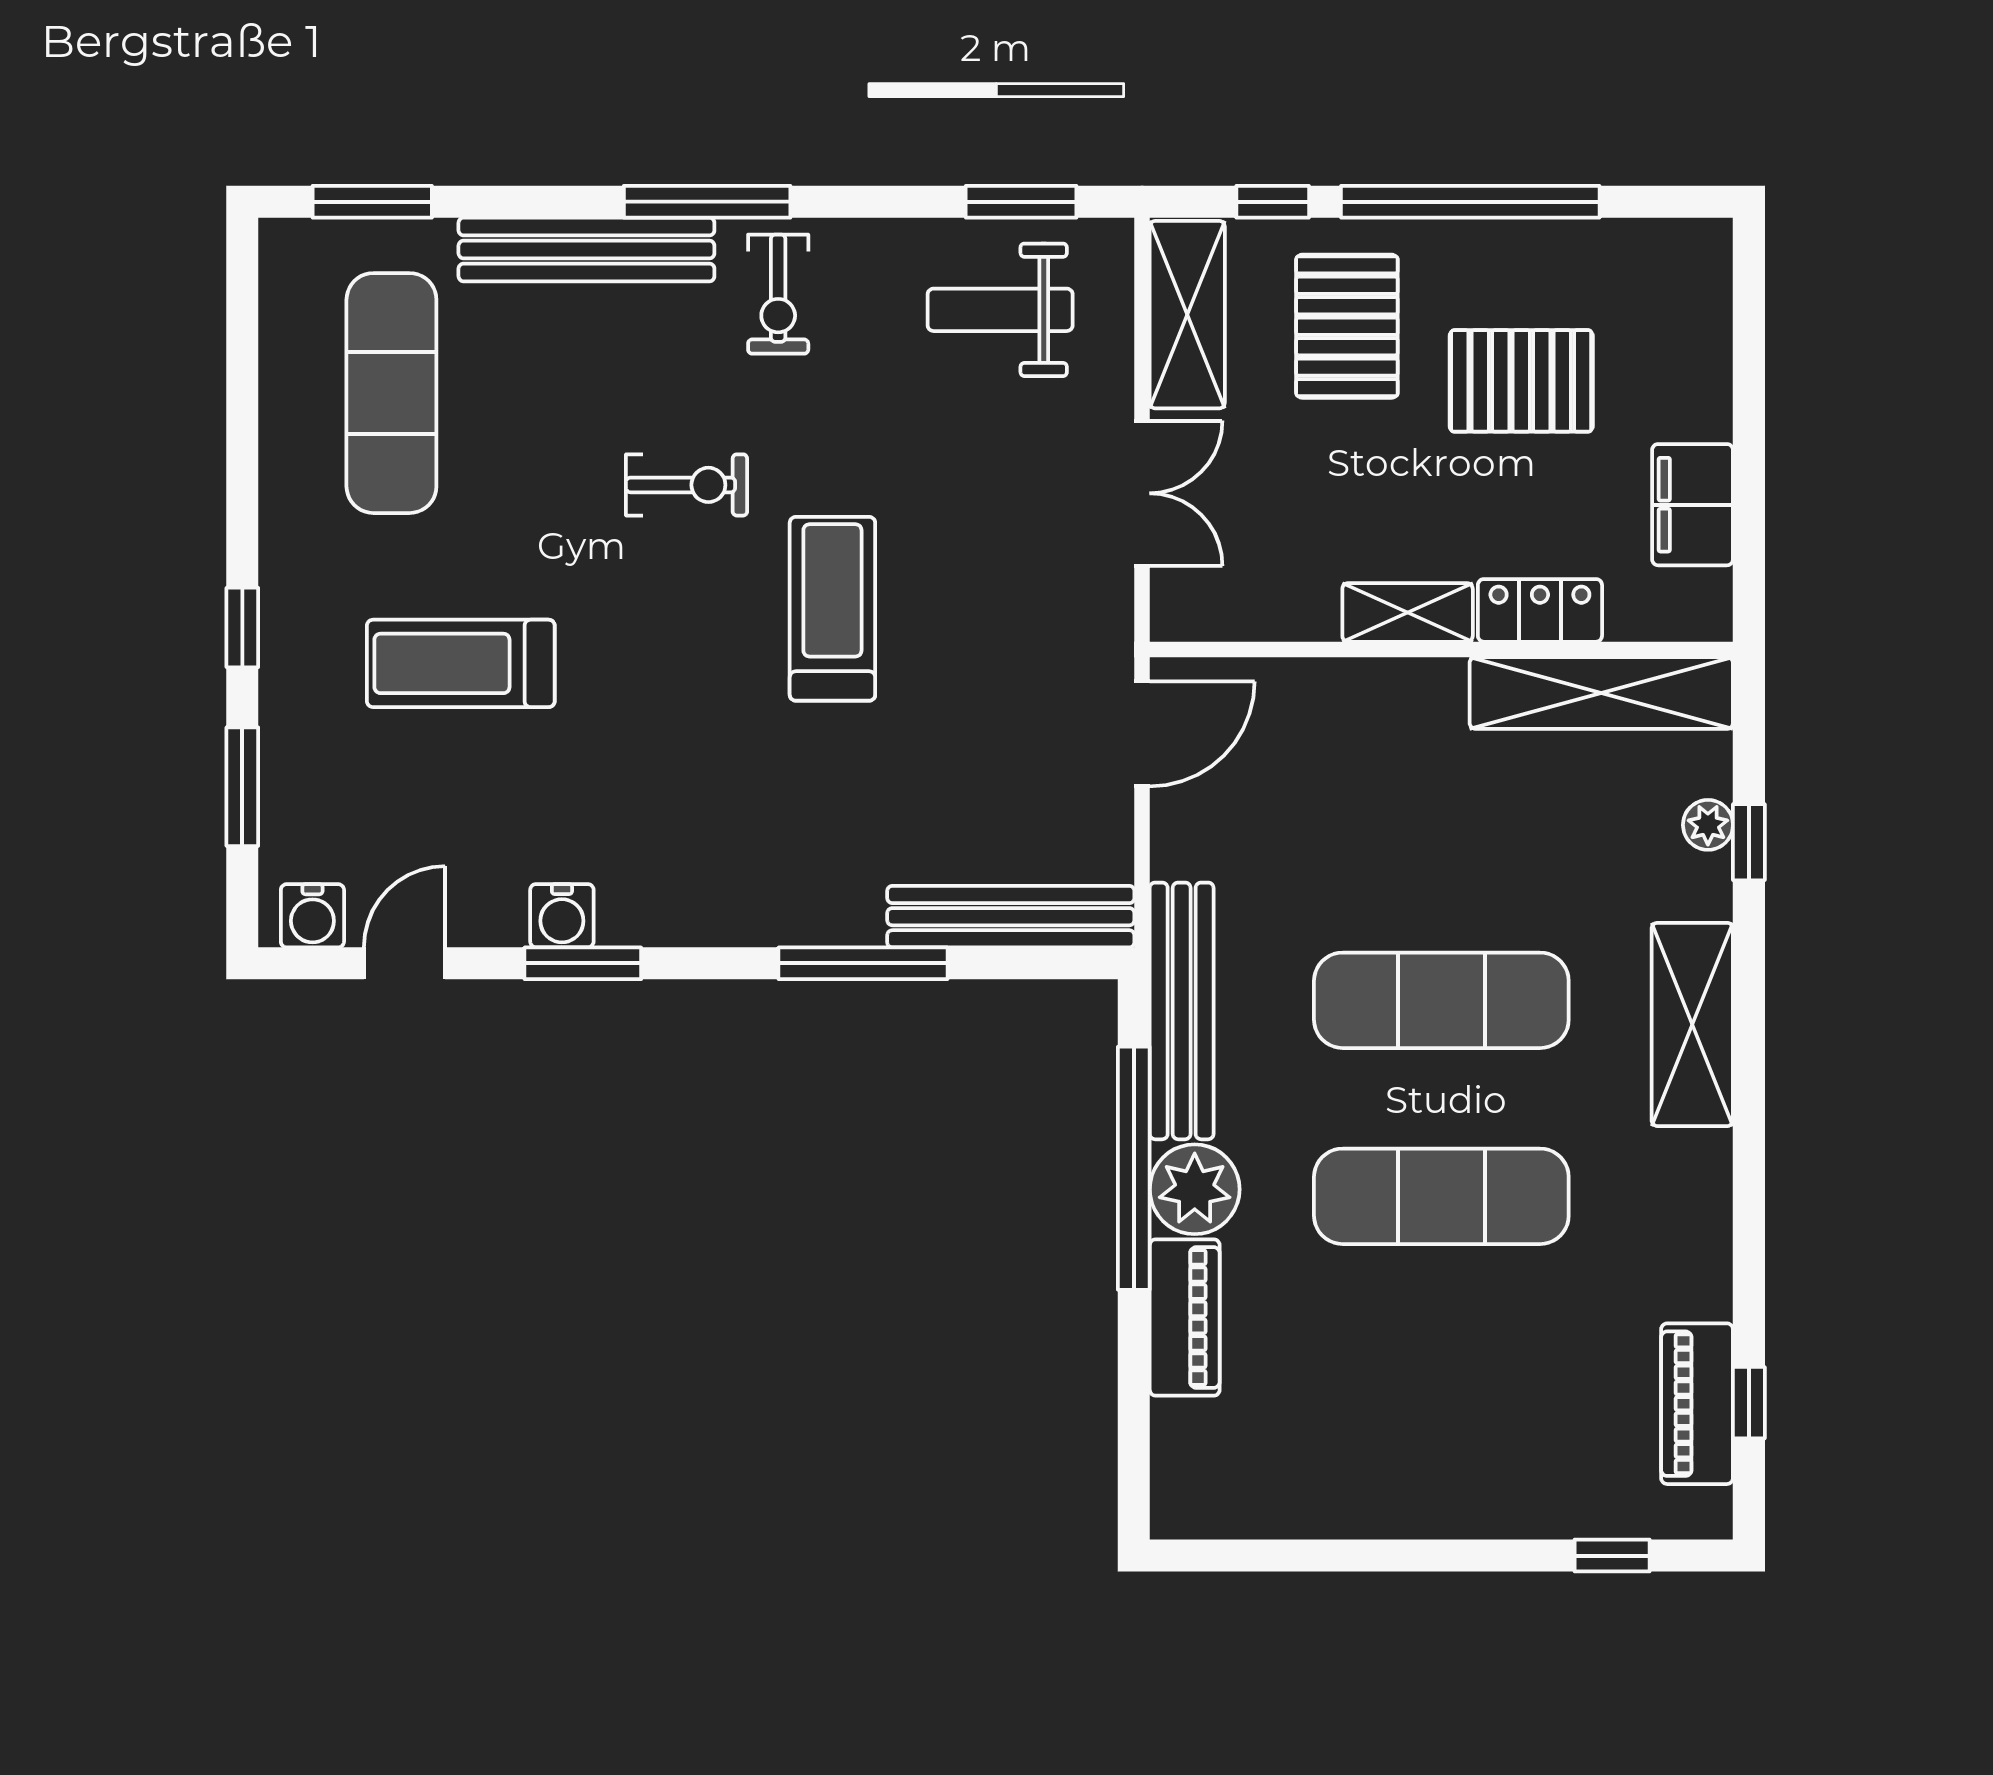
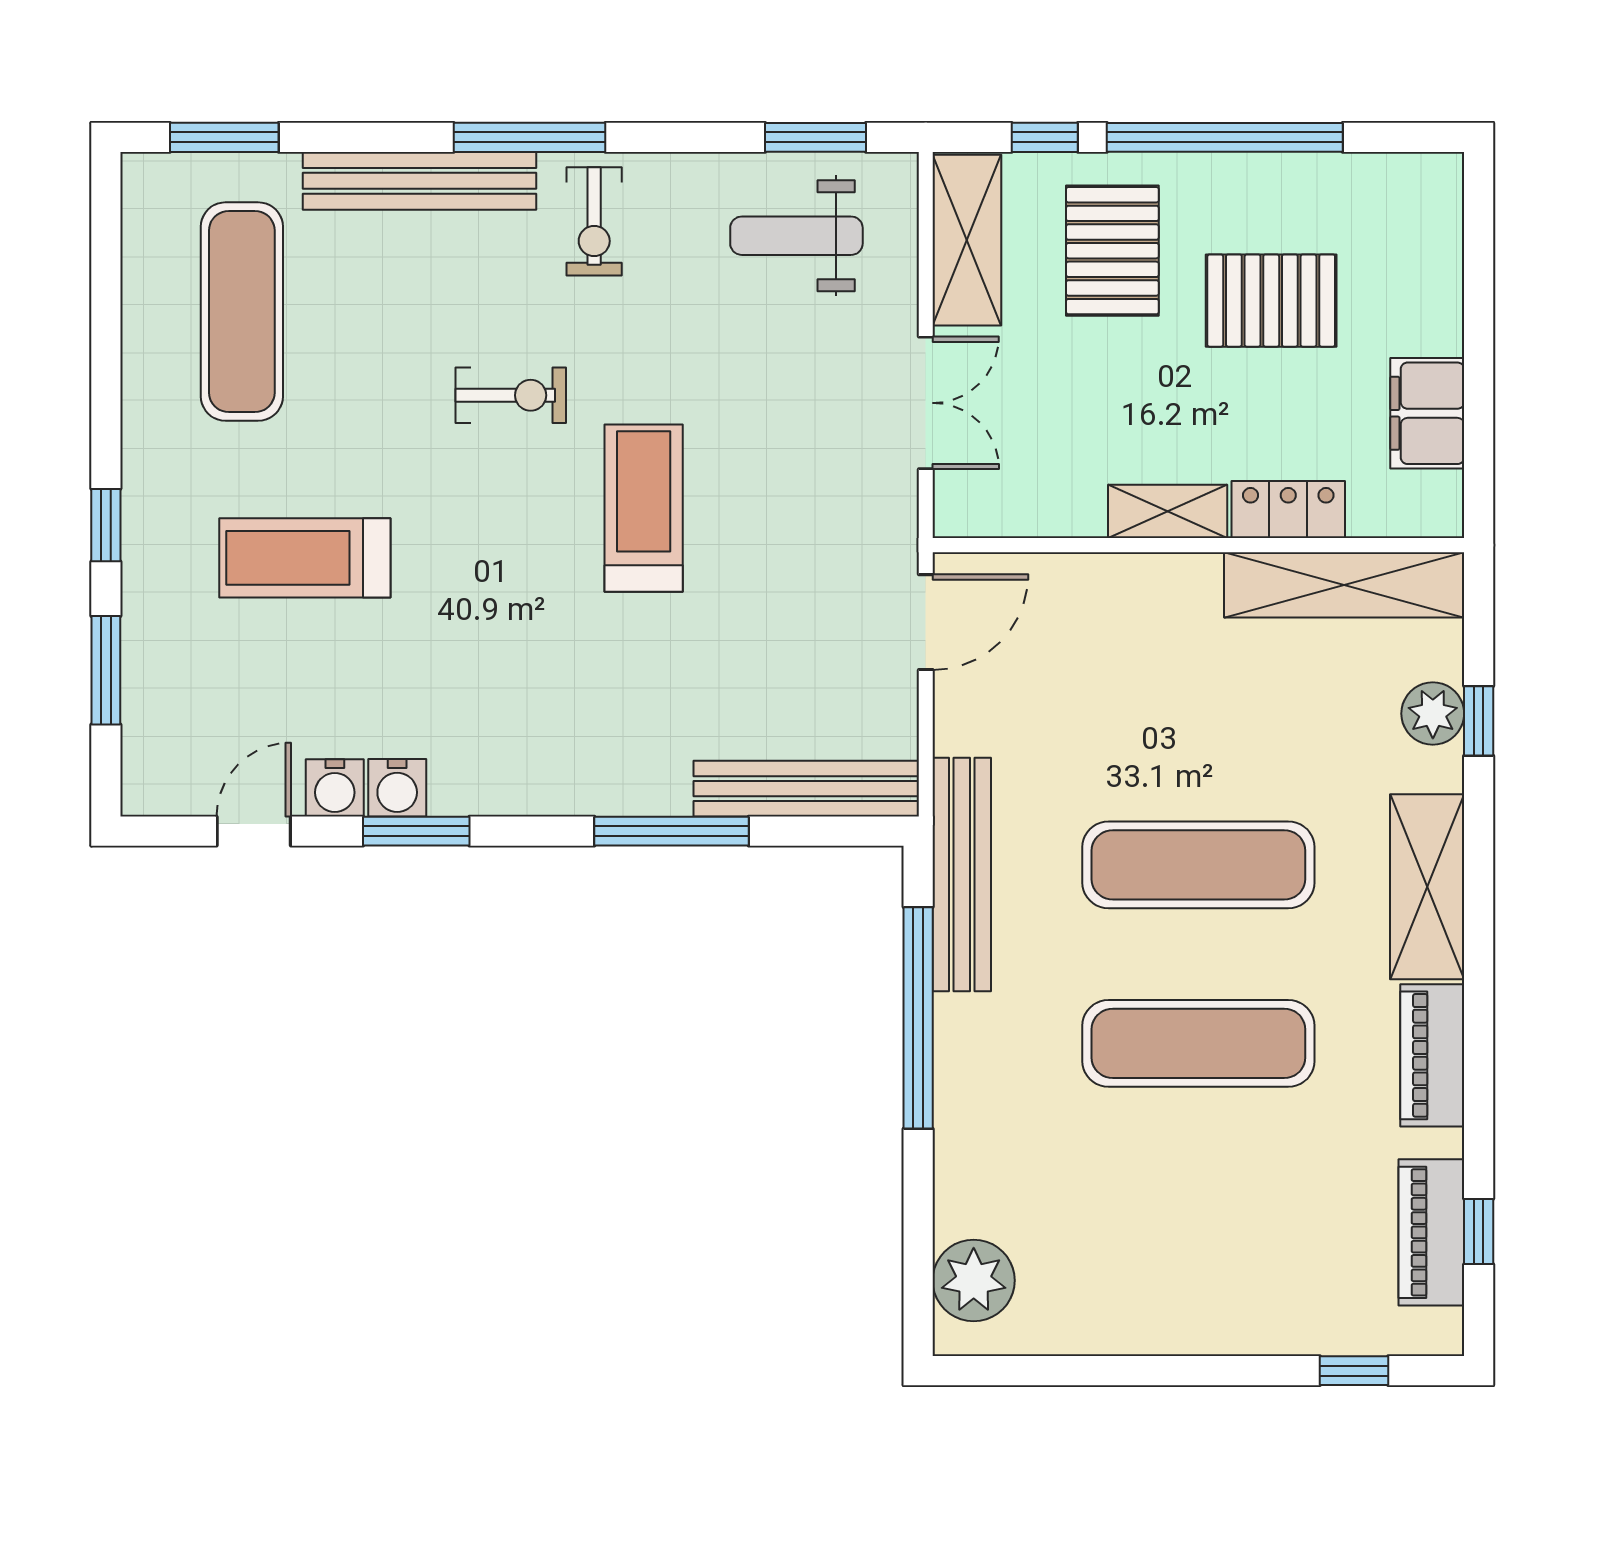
plant: (1708, 825) -> (1433, 714), width x1.38, depth x1.38
water cooler: (312, 916) -> (335, 788), moved
plant: (1195, 1189) -> (974, 1280), moved
piano: (1185, 1317) -> (1432, 1055), moved, turned 180

